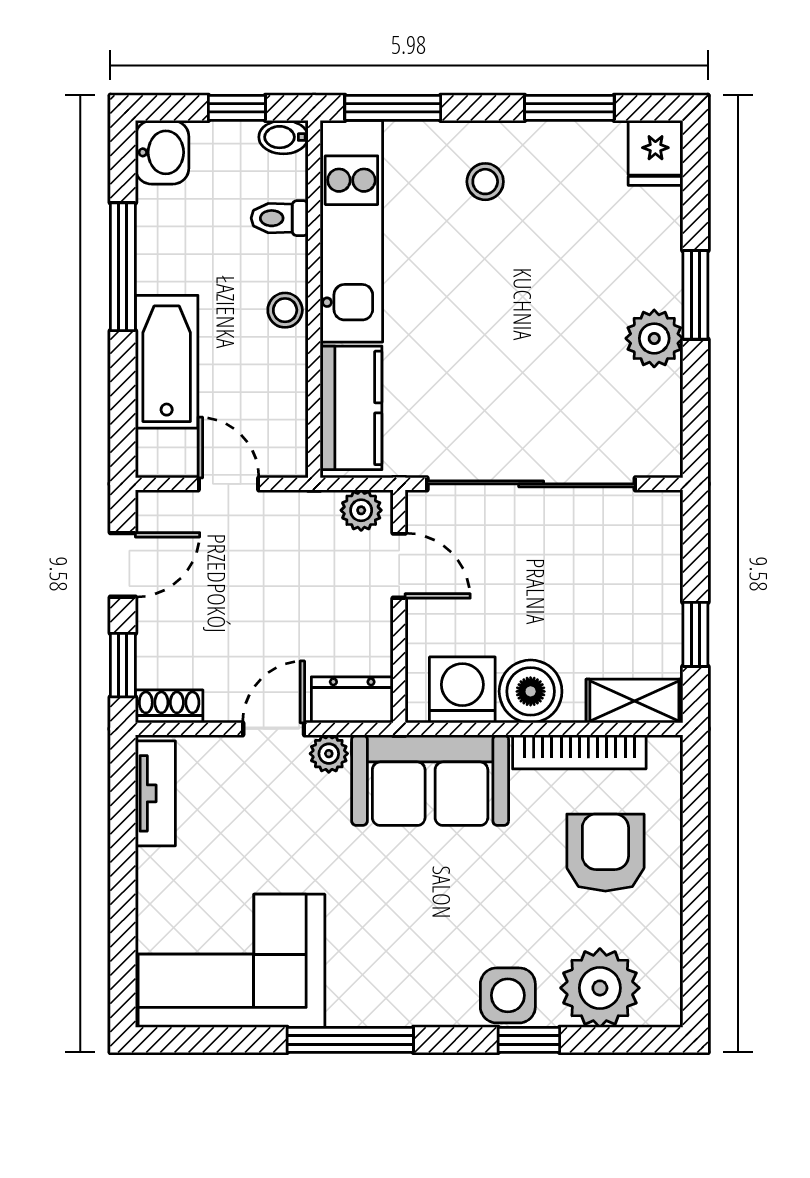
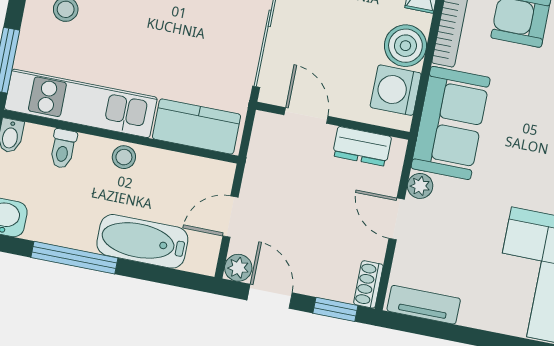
plant: (361, 510) -> (238, 268), moved
door: (399, 566) -> (306, 116), hinge flipped
dresser: (352, 700) -> (362, 146), moved, turned -90

